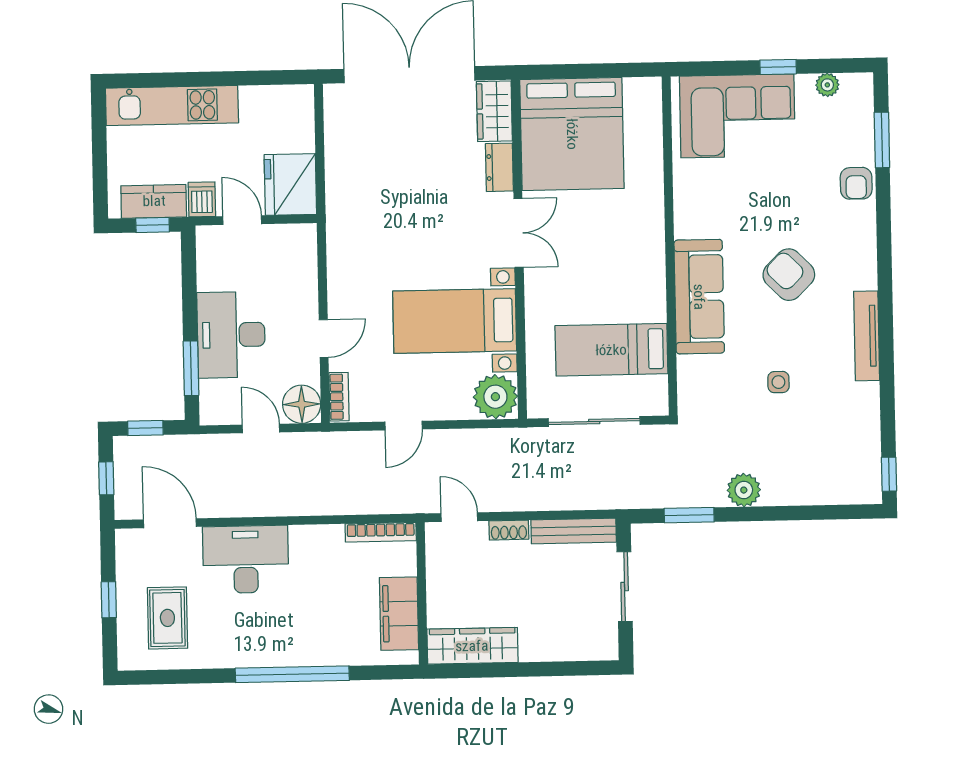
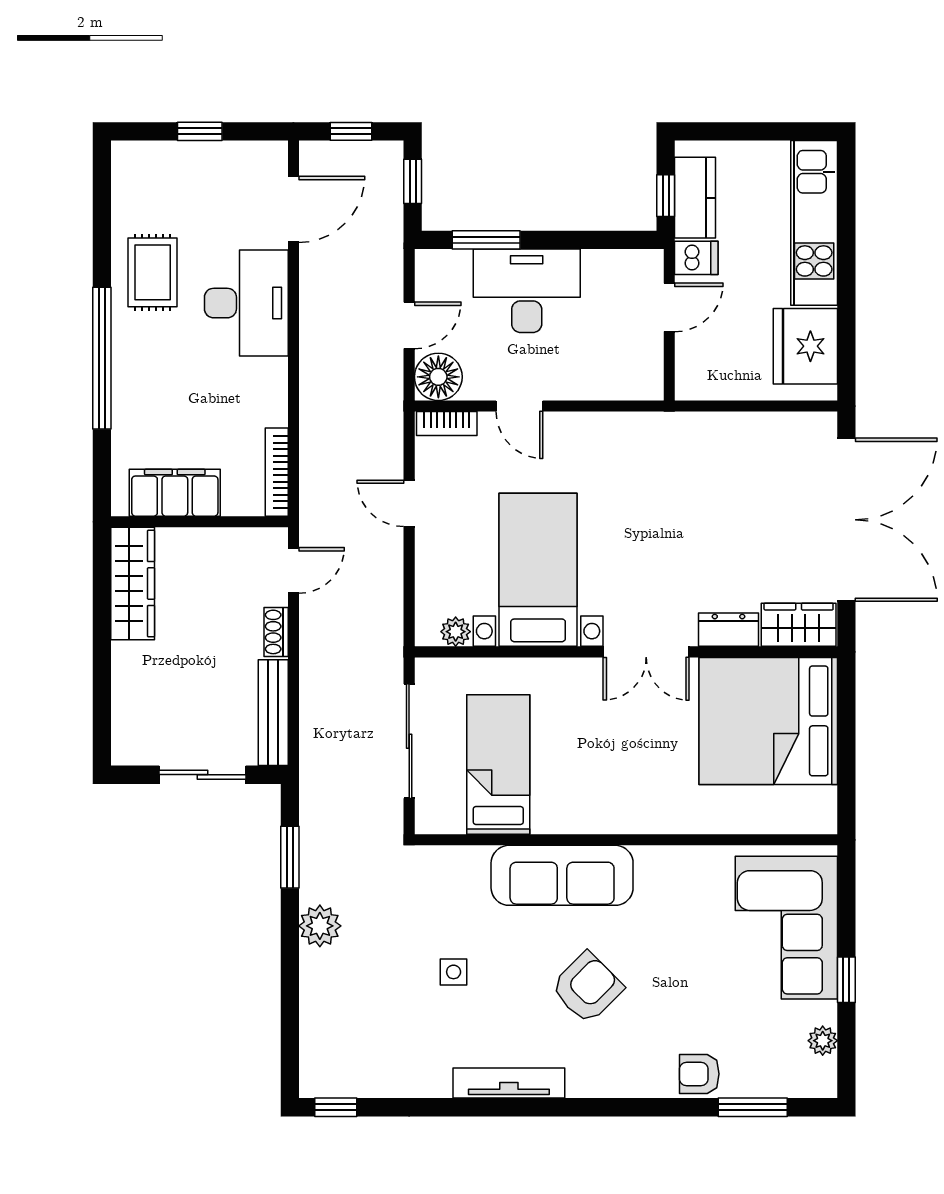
fridge: (290, 184) -> (805, 346), moved, turned -90
plant: (495, 397) -> (456, 632), width x0.53, depth x0.53
rug: (167, 618) -> (153, 272), moved, turned 90

